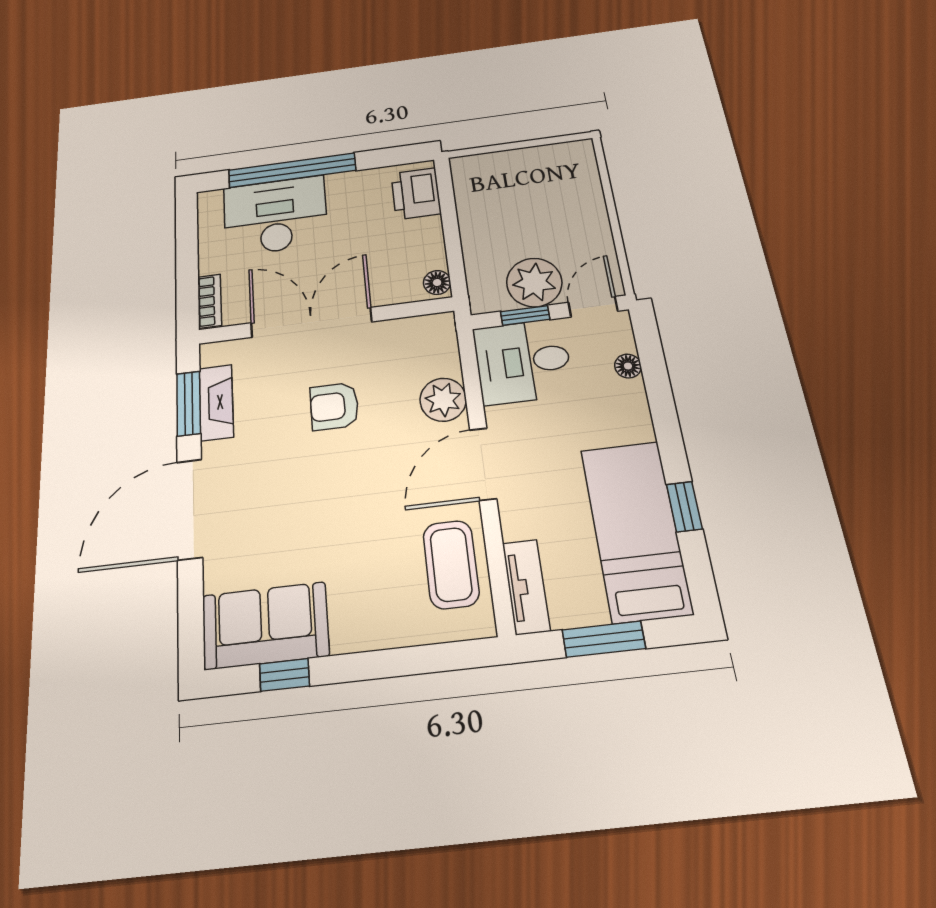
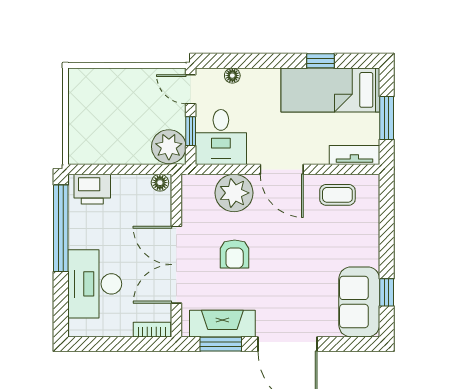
window: (292, 170) -> (61, 228), moved
plant: (534, 282) -> (169, 147), moved
plant: (443, 400) -> (234, 193), width x1.36, depth x1.36
fireplace: (216, 402) -> (222, 324), width x1.37, depth x1.32
coffee table: (451, 564) -> (337, 195), width x0.73, depth x0.77

